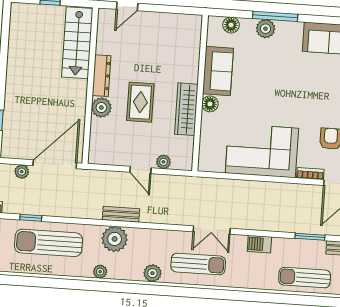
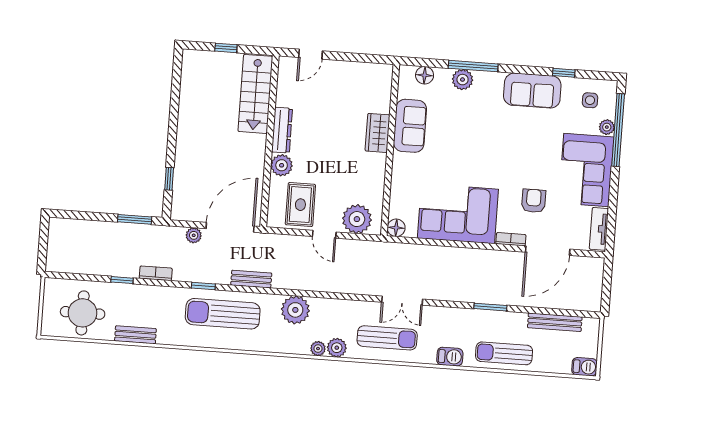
rug: (140, 102) -> (300, 205), moved
floor lamp: (210, 104) -> (396, 228), moved
wardrobe: (186, 109) -> (378, 133), moved, width x0.67
plant: (163, 162) -> (357, 219), width x1.87, depth x1.87
bench: (121, 214) -> (251, 279), moved
window: (310, 237) -> (490, 307), moved
barbecue: (259, 244) -> (450, 357), moved, turned 180
plant: (100, 272) -> (318, 349), moved

